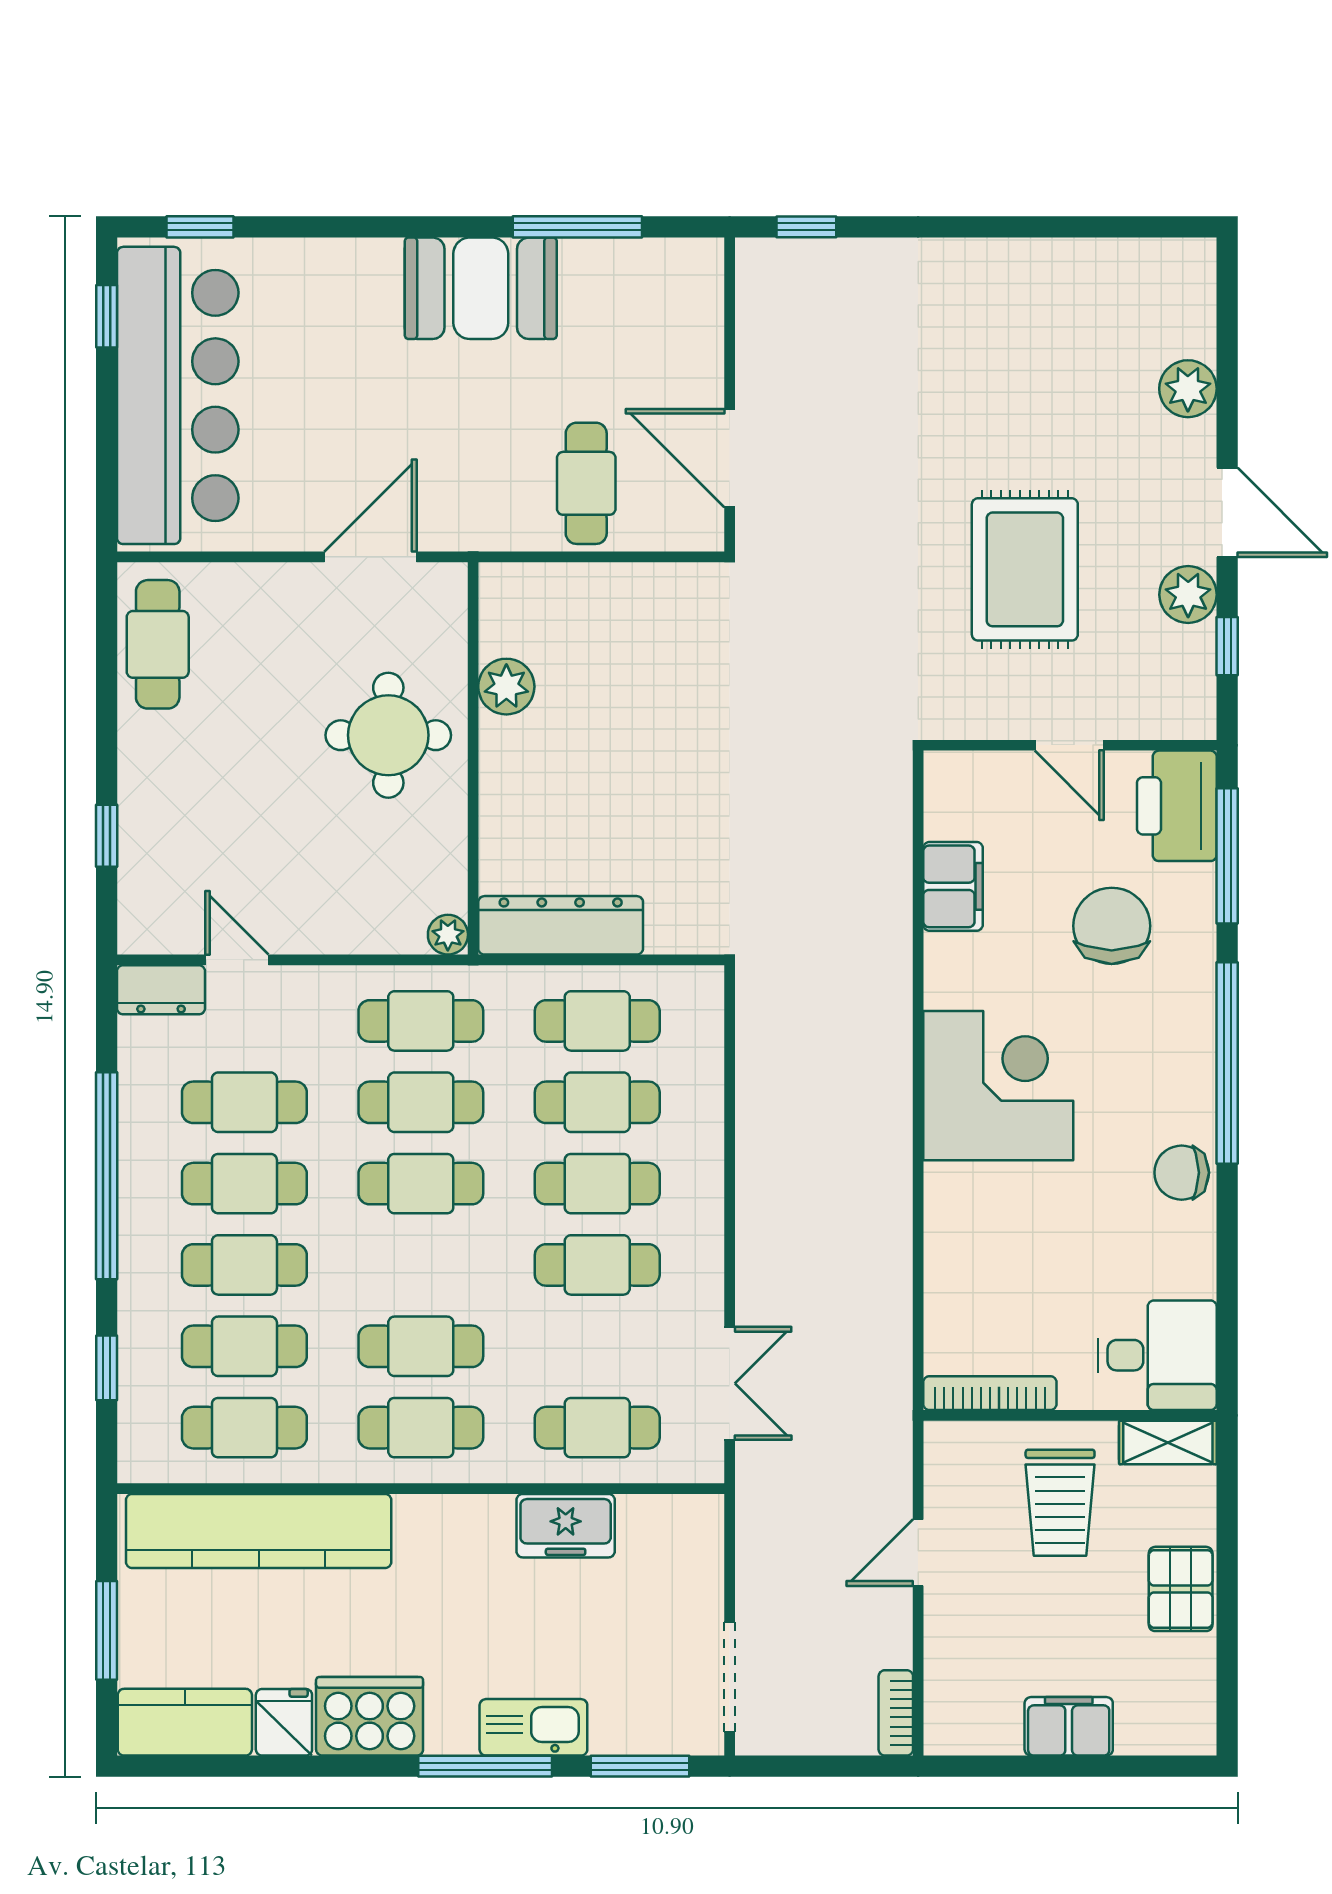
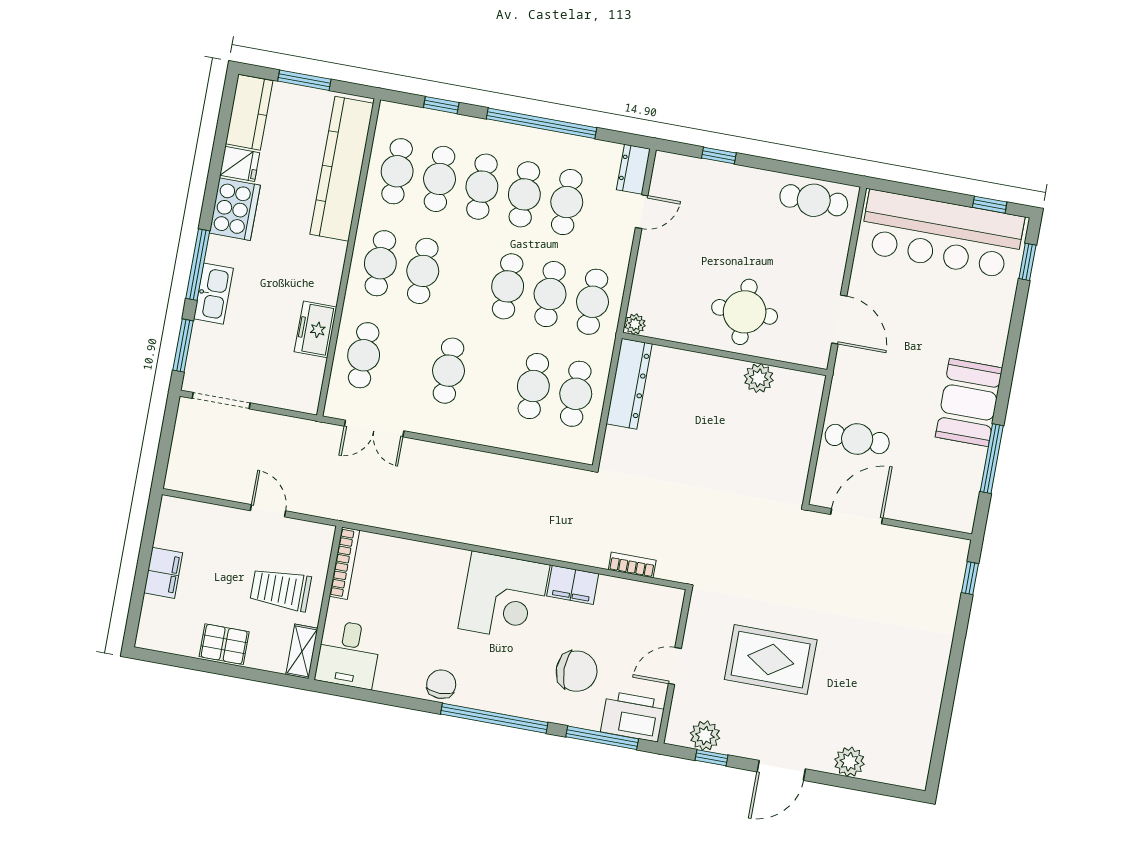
plant: (1188, 595) -> (705, 736), moved
filing cabinet: (953, 886) -> (573, 585), moved
cafe table: (597, 1184) -> (491, 378), removed
bookcase: (896, 1713) -> (632, 565), moved

